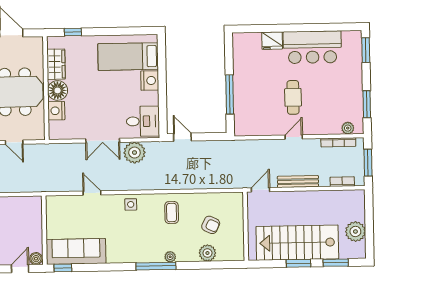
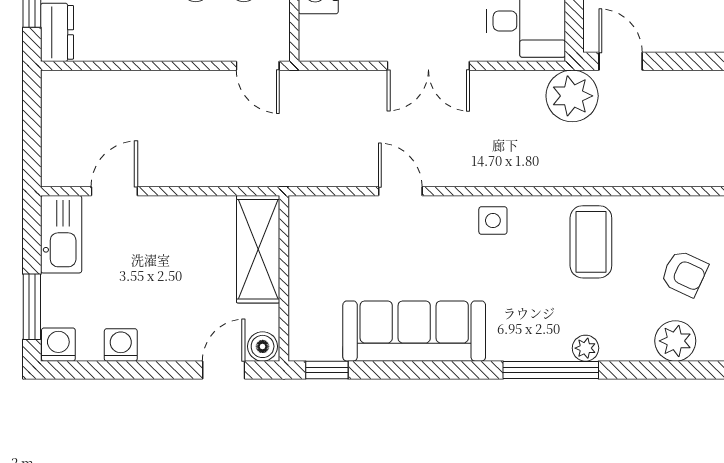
door: (14, 142) -> (258, 66), moved
plant: (134, 153) -> (572, 96), moved
coffee table: (172, 213) -> (591, 242), width x1.36, depth x1.30
shelving: (33, 218) -> (258, 249), added
sofa: (76, 251) -> (414, 331), moved

